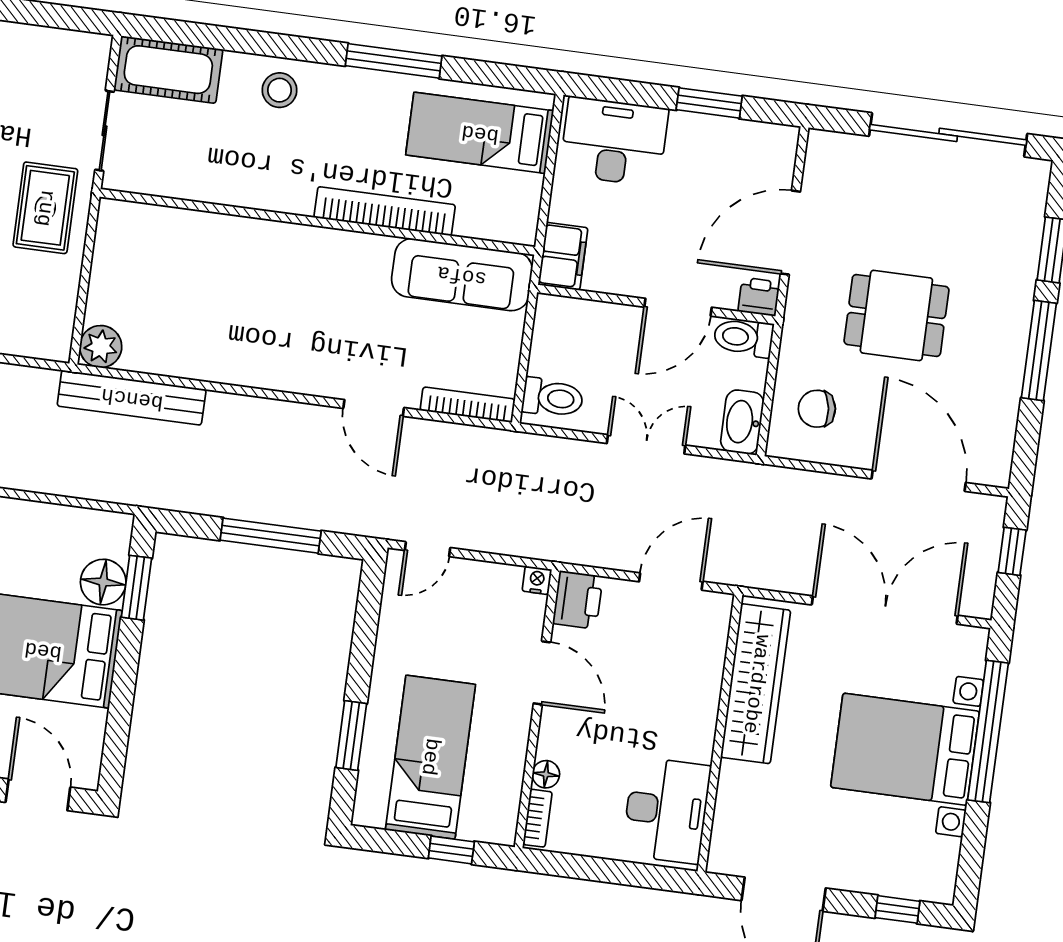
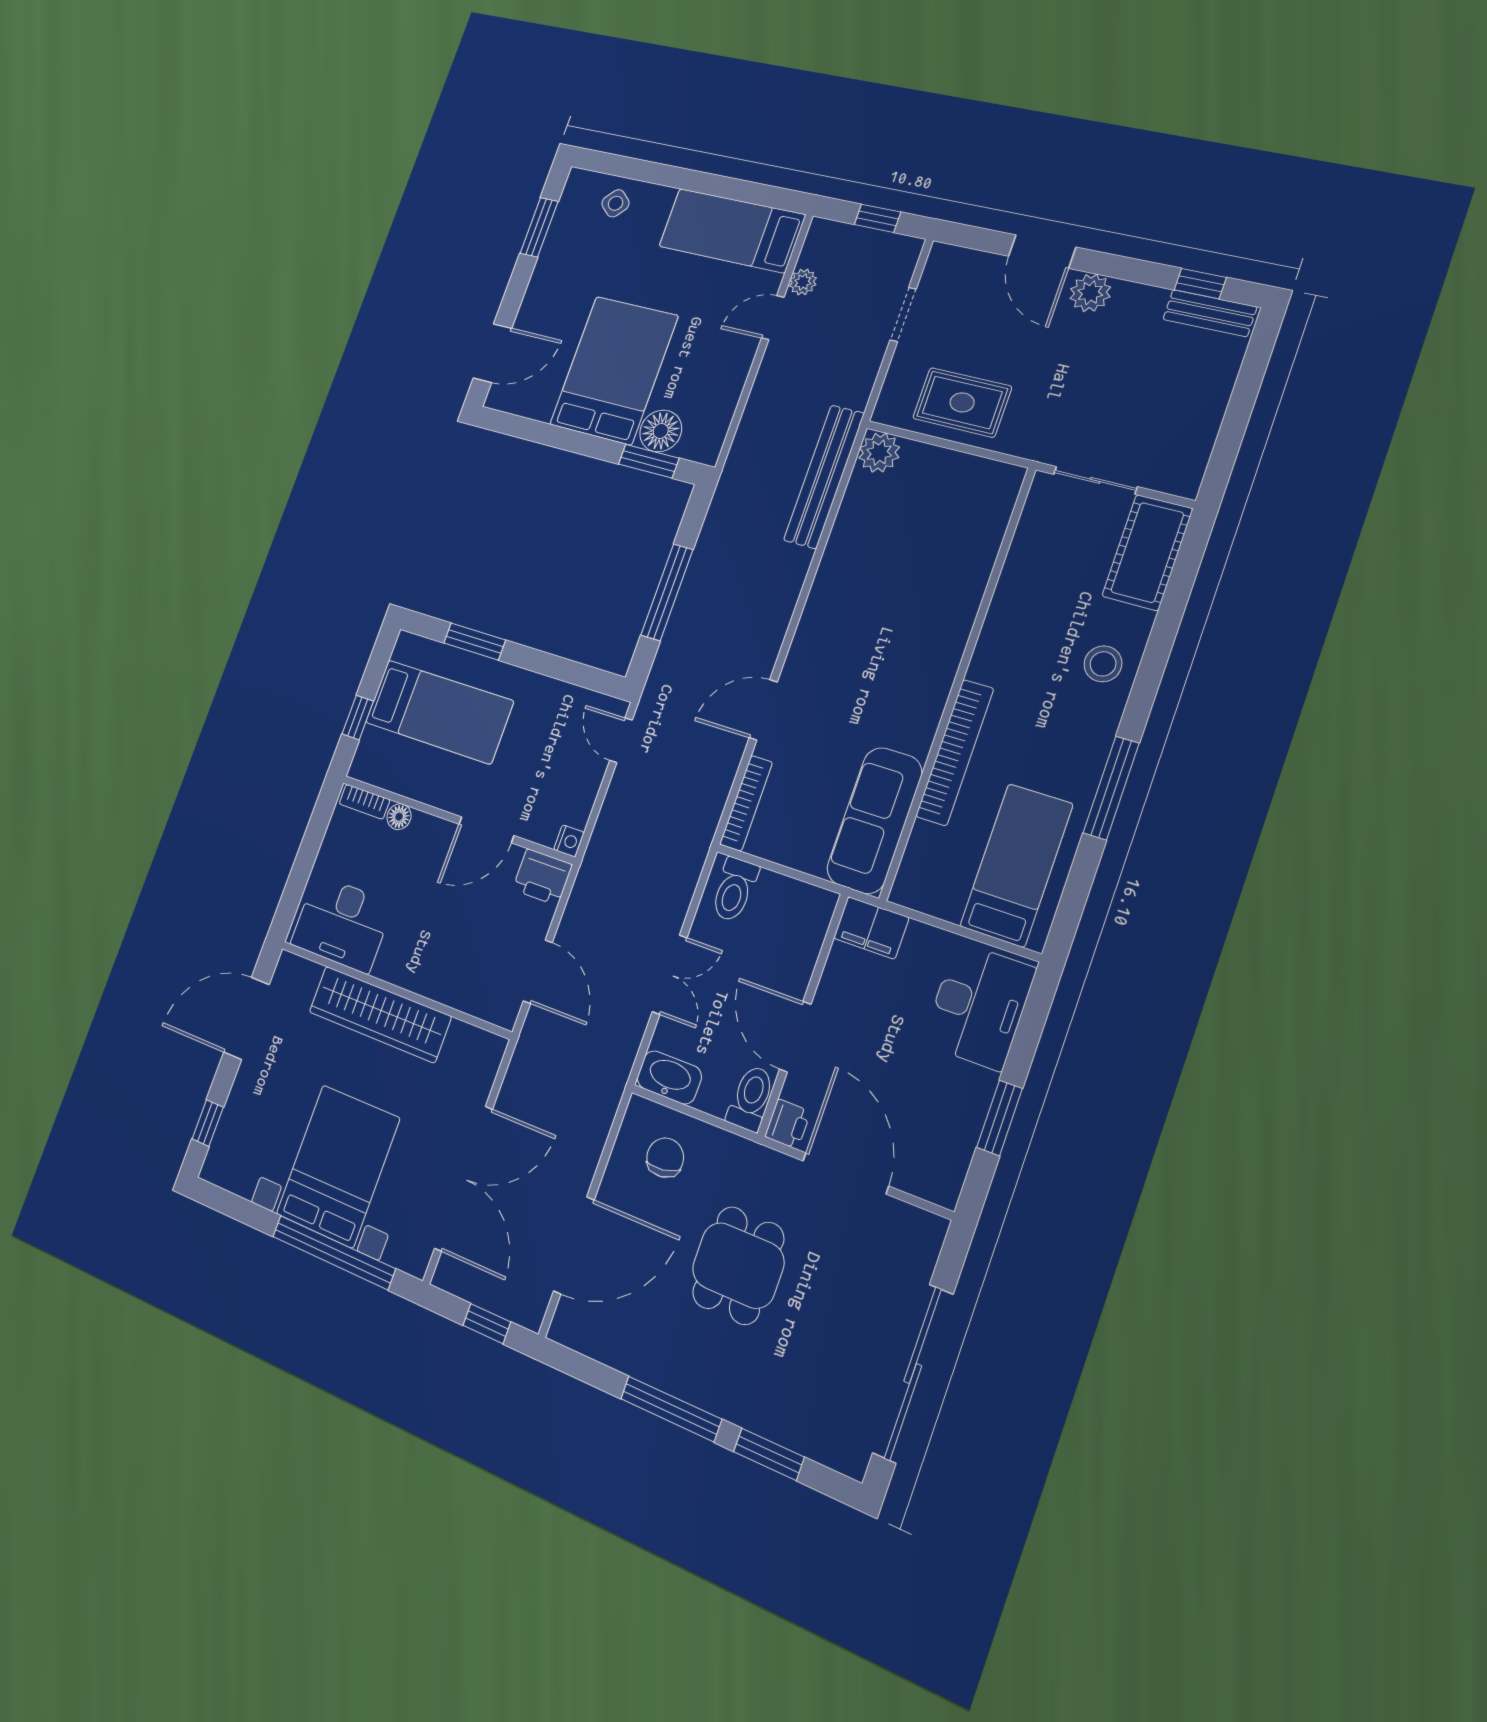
rug: (45, 208) -> (962, 402), moved
wardrobe: (756, 684) -> (380, 1014), moved

